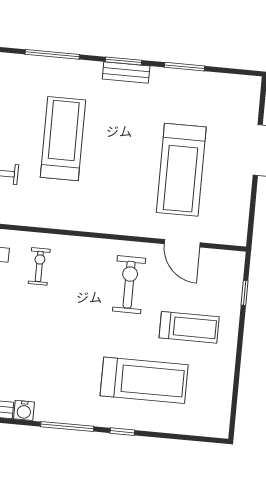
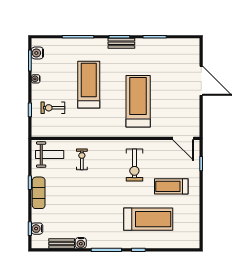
treadmill: (181, 170) -> (138, 101), moved, turned 180
door: (182, 243) -> (183, 138), moved
exercise bike: (129, 285) -> (134, 165), turned 180
treadmill: (189, 327) -> (171, 186), turned 180

